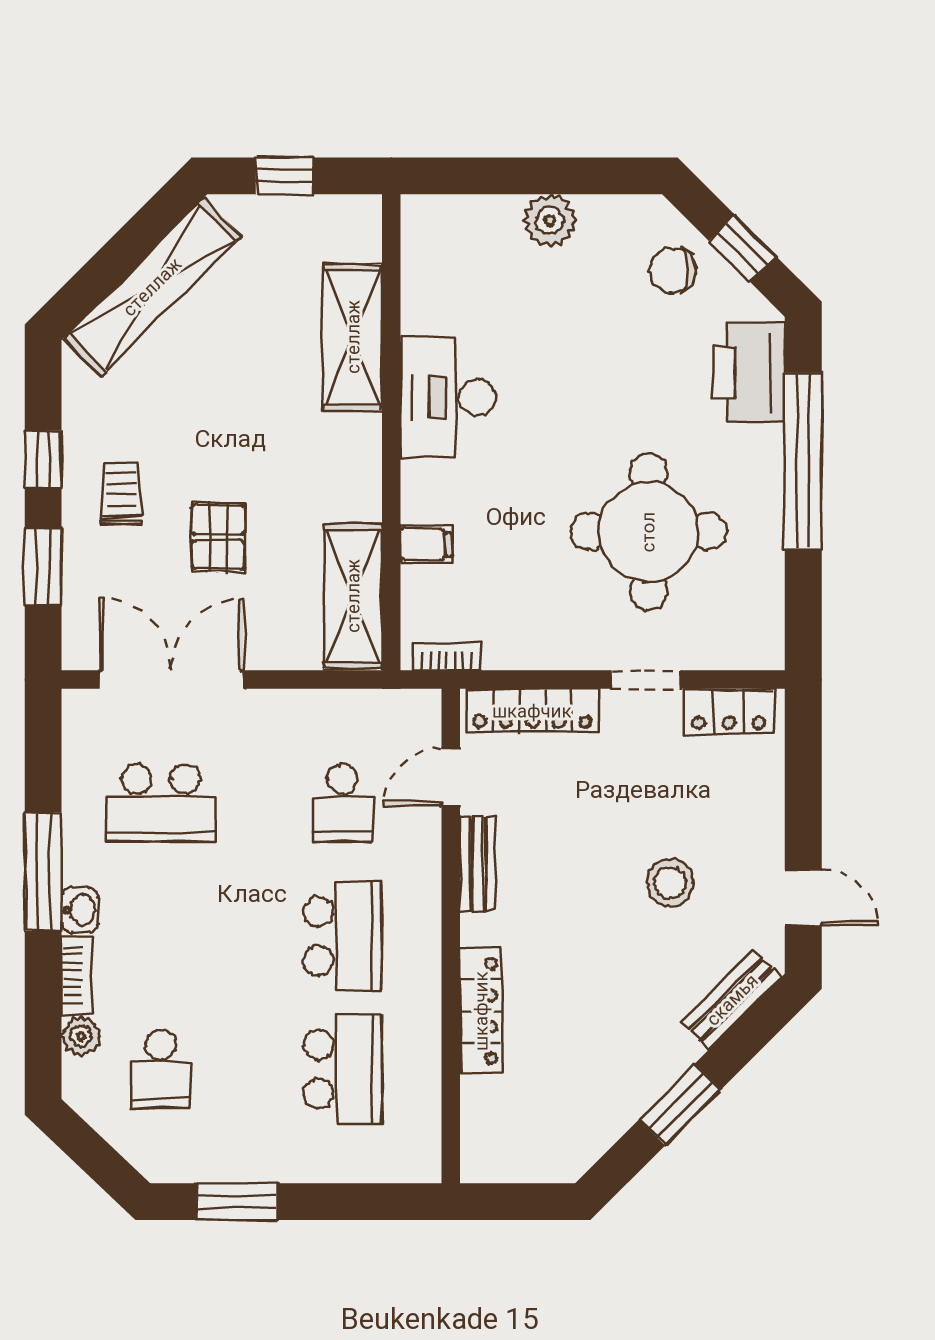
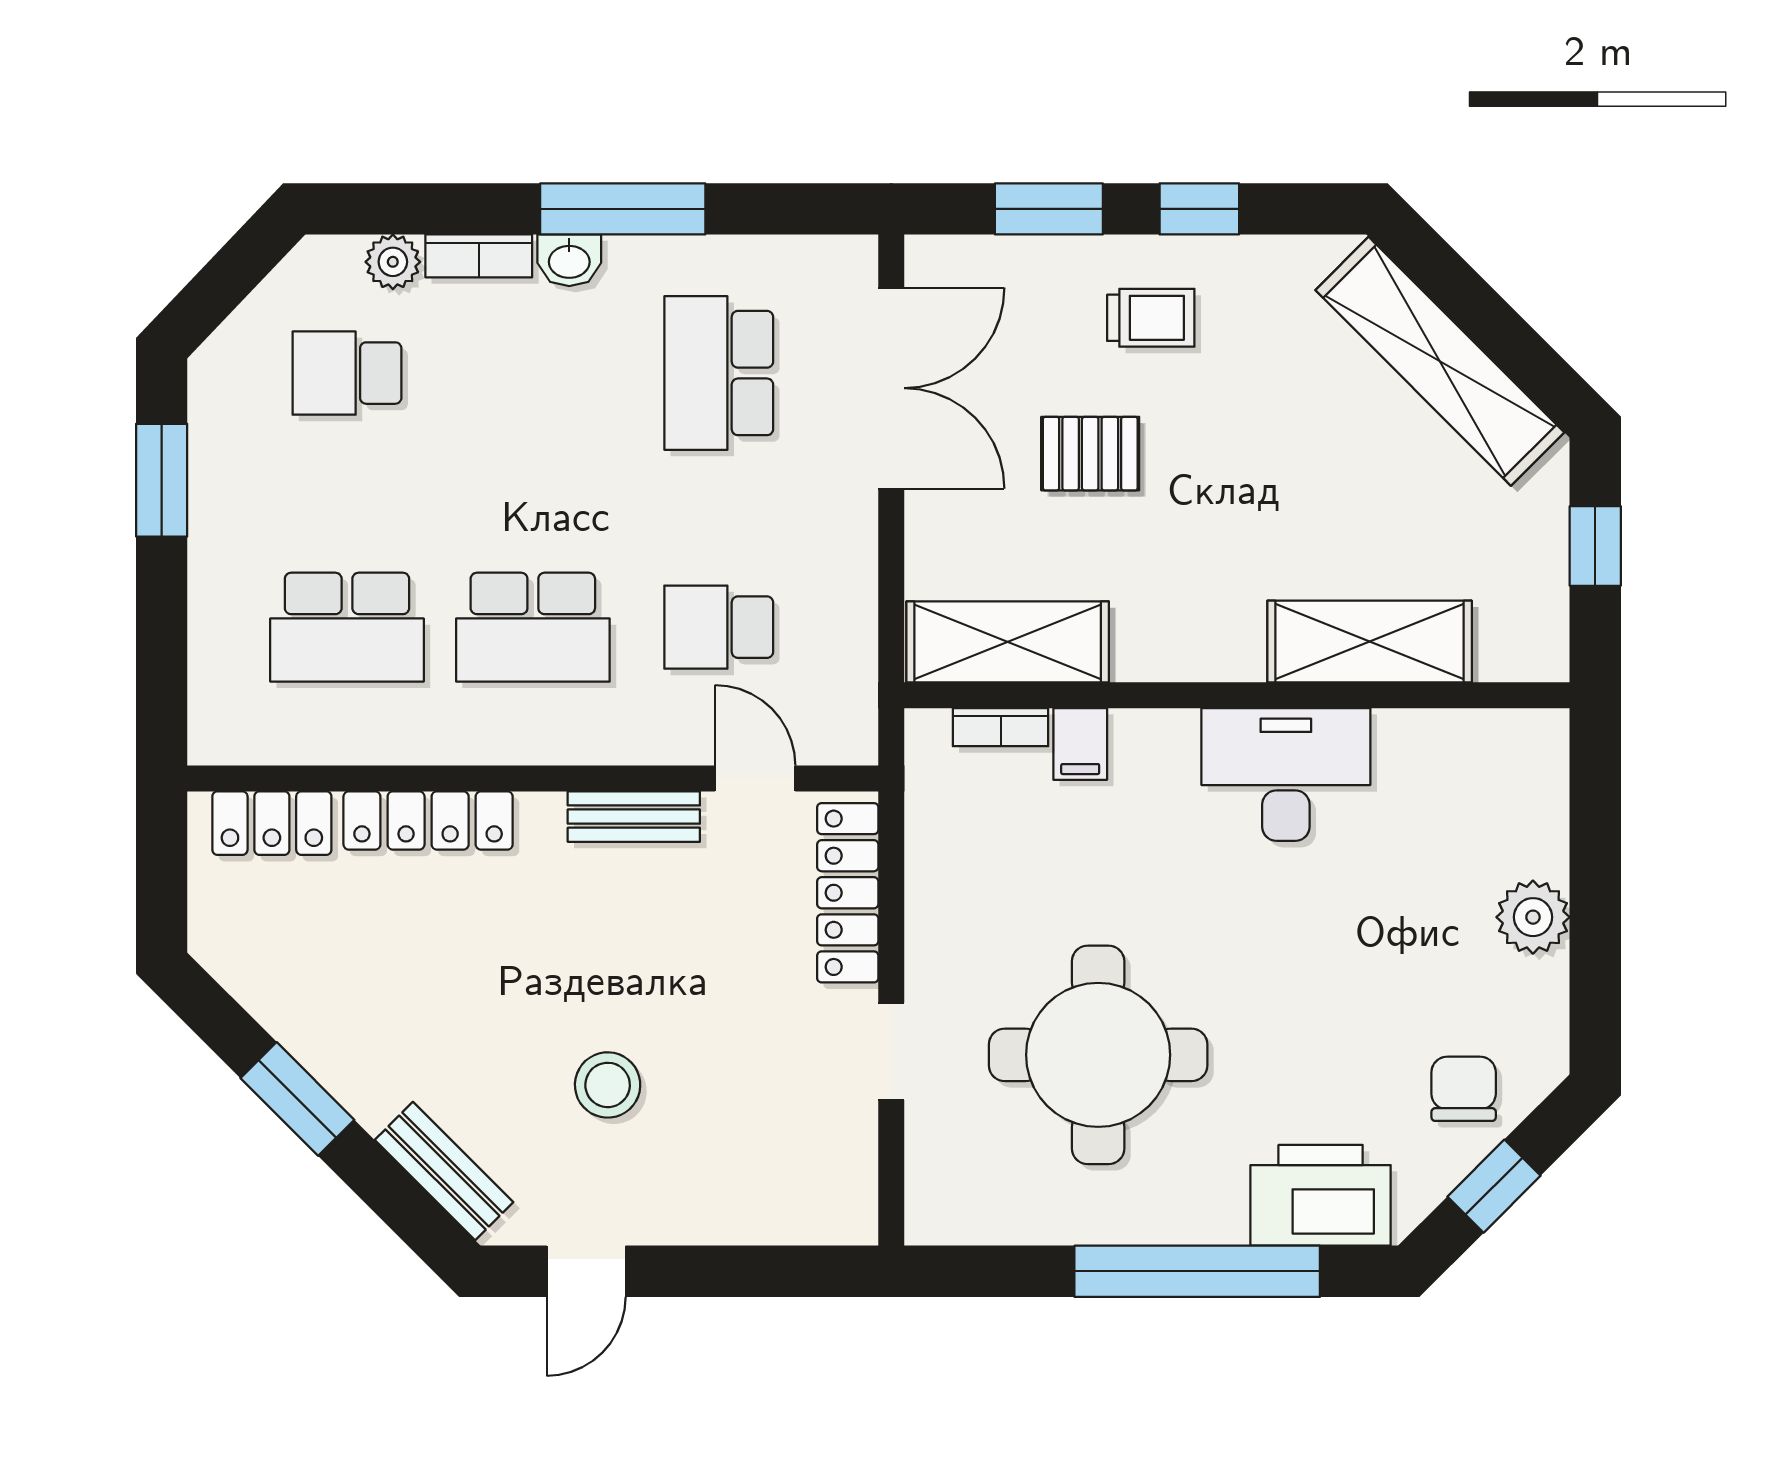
bookcase: (447, 657) -> (1001, 727), moved, turned 90
locker: (729, 711) -> (272, 823), moved, turned -90

